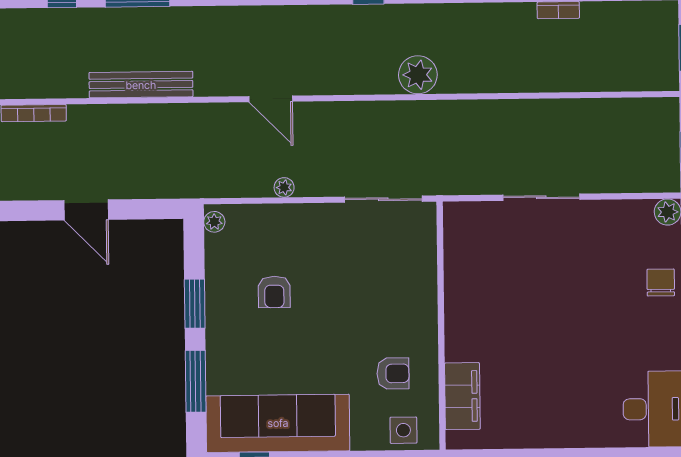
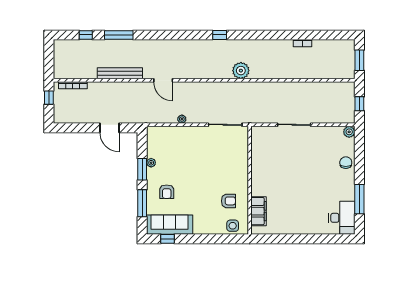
door: (271, 99) -> (163, 80), moved
door: (86, 210) -> (109, 128), moved
plant: (214, 222) -> (151, 163), moved
armchair: (274, 292) -> (167, 192), moved
sofa: (278, 423) -> (170, 225), width x0.74, depth x0.79

